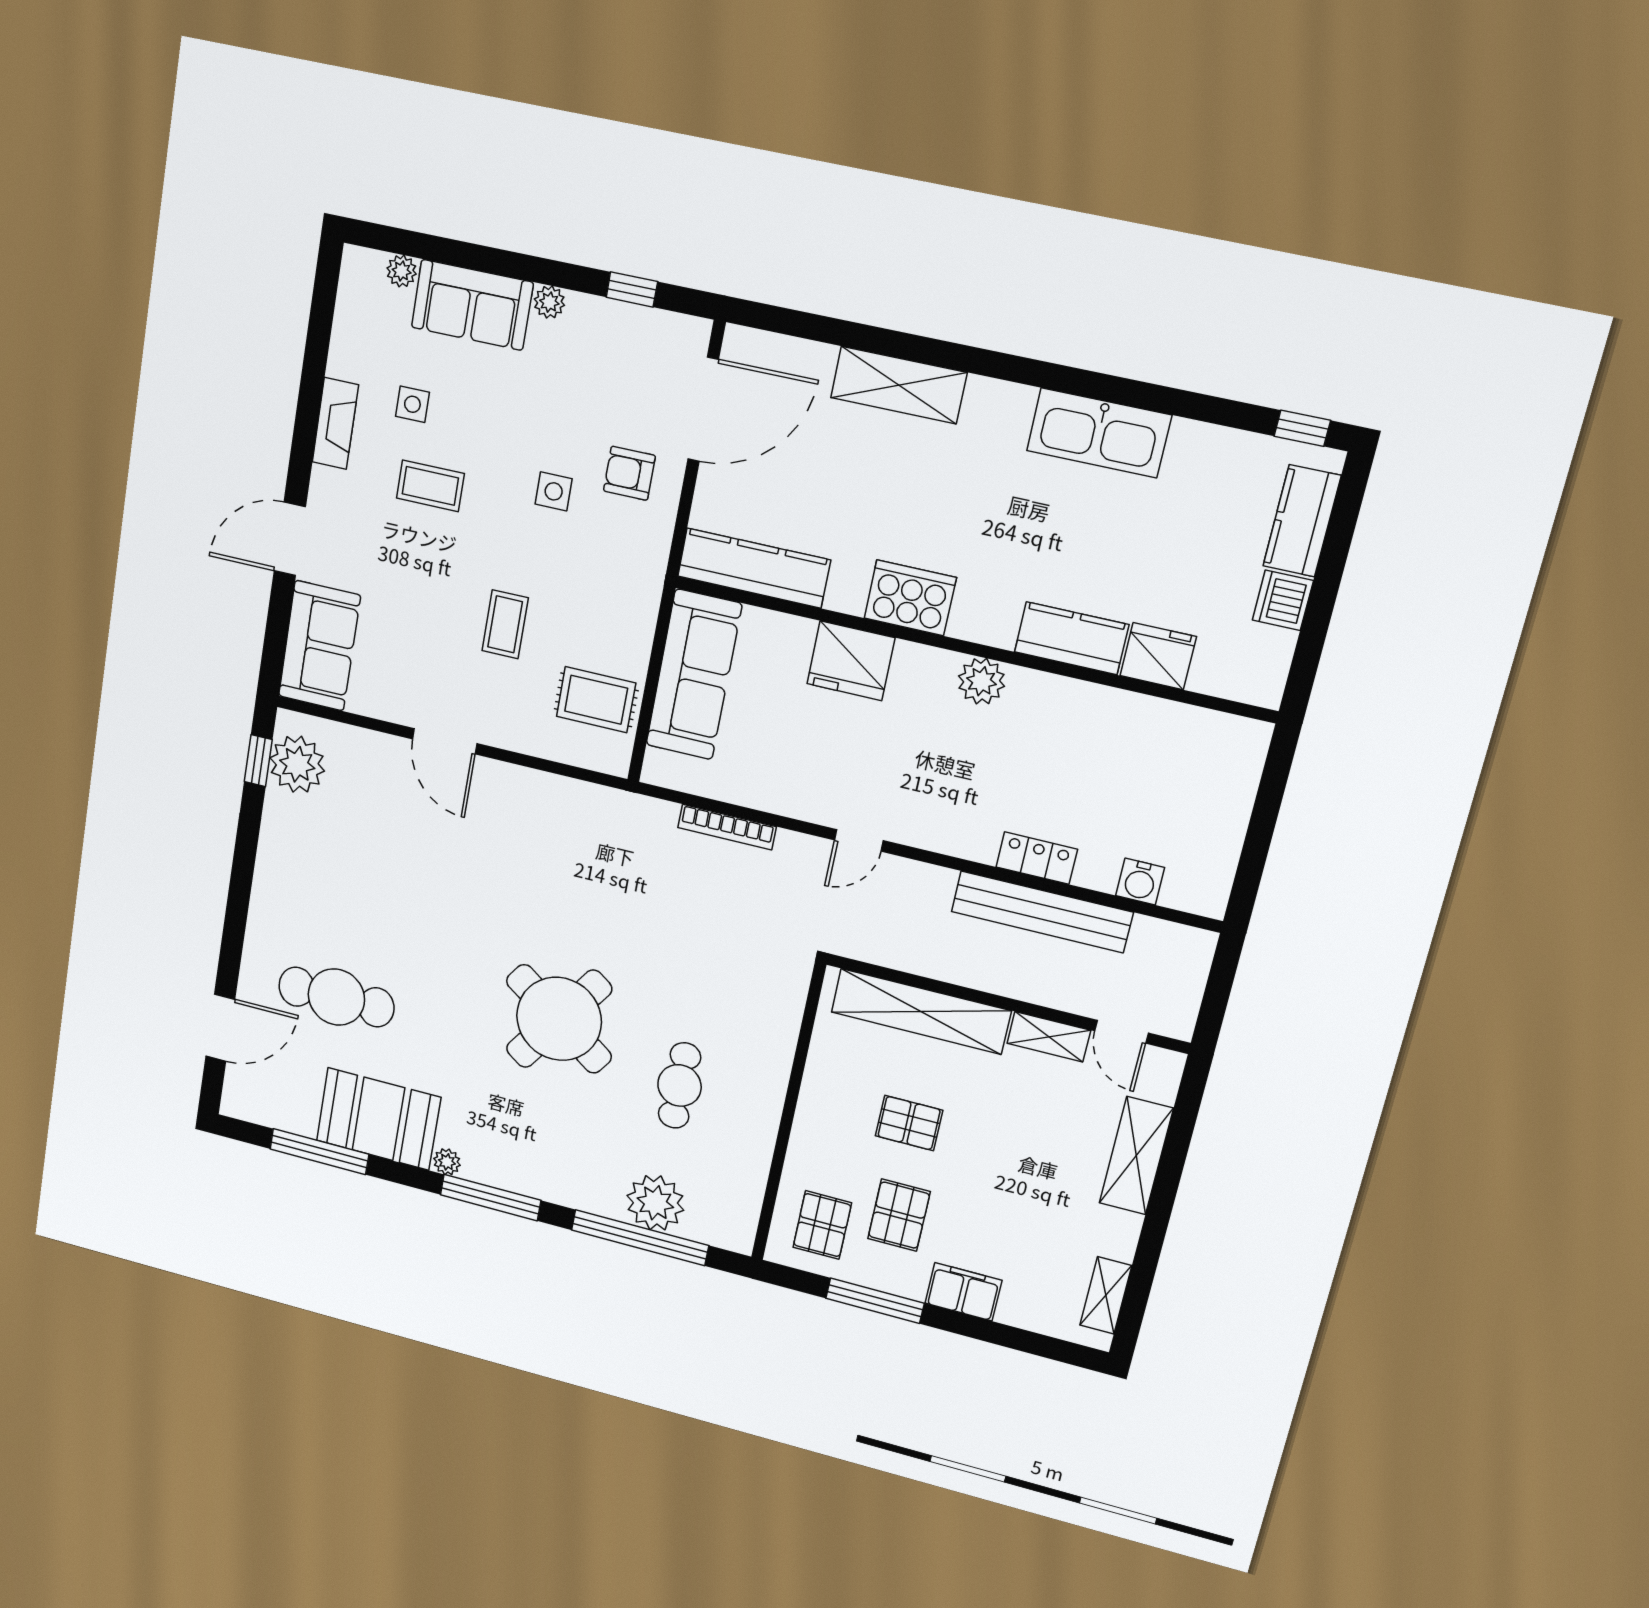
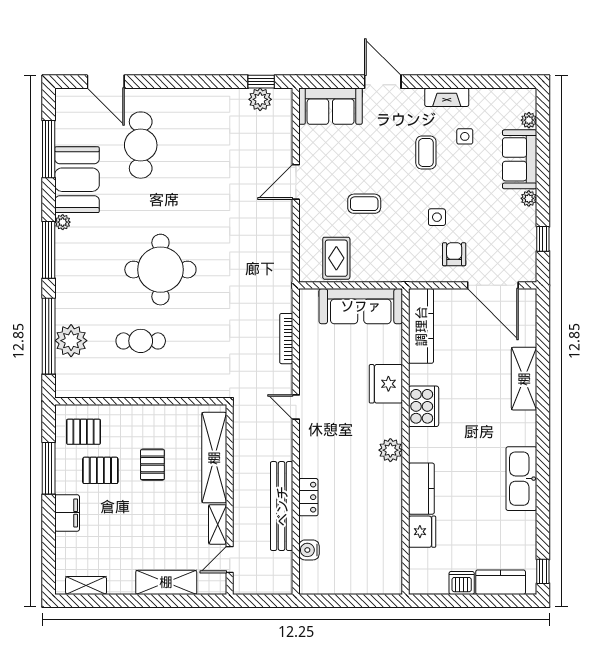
plant: (297, 764) -> (260, 99), width x0.73, depth x0.73
round table: (559, 1019) -> (160, 270), turned -35

